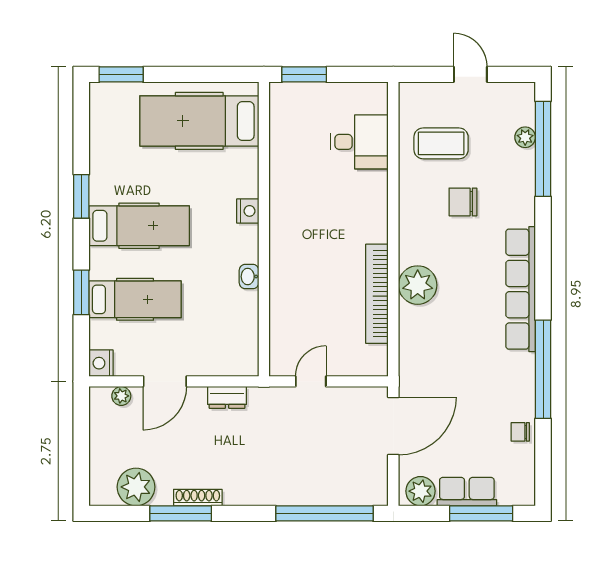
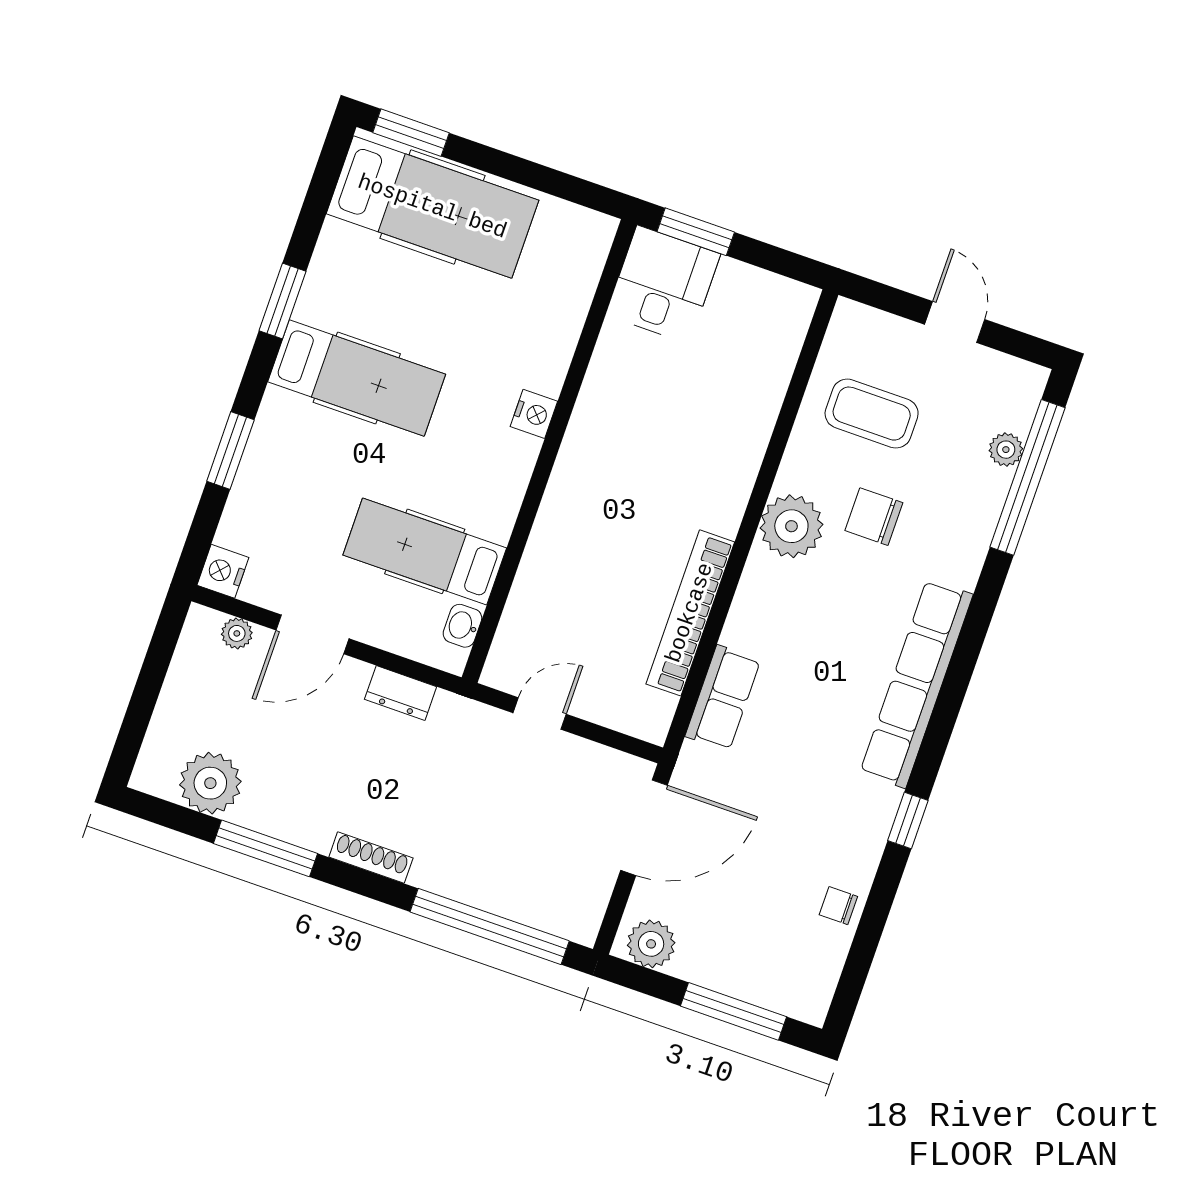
hospital bed: (199, 121) -> (432, 207), moved, turned 180
desk: (359, 142) -> (663, 284), moved, turned -90
washbasin: (249, 277) -> (462, 626), moved
plant: (418, 285) -> (791, 526), moved
hospital bed: (135, 299) -> (425, 551), moved, turned 180
window: (543, 369) -> (908, 821), width x0.32
row of seats: (467, 492) -> (723, 698), moved, turned 90
shoe rack: (198, 498) -> (371, 857), moved

